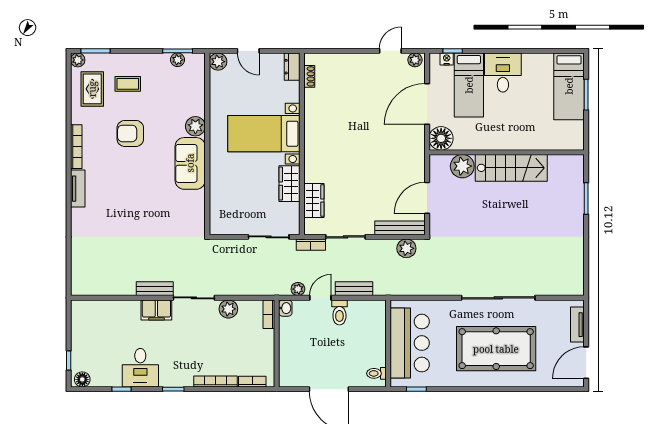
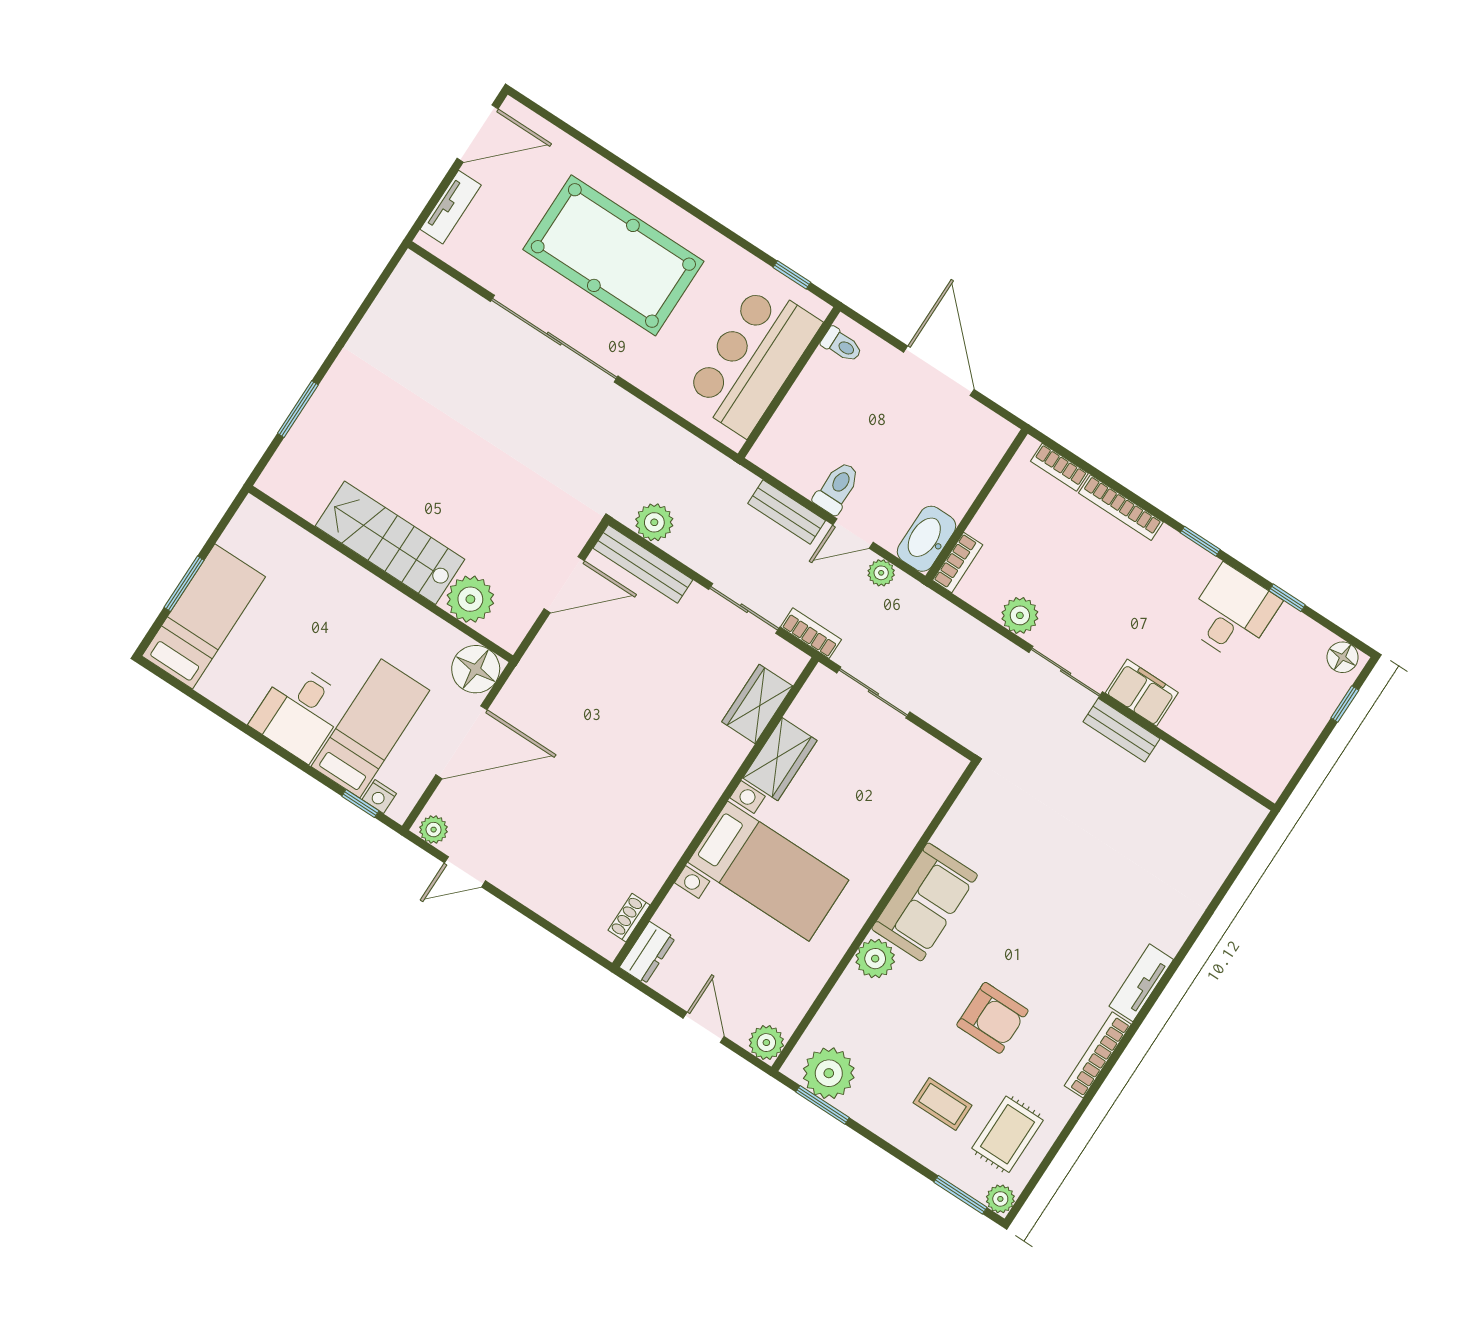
plant: (178, 60) -> (829, 1073), width x1.88, depth x1.88
washbasin: (285, 308) -> (927, 539), width x1.91, depth x1.45

